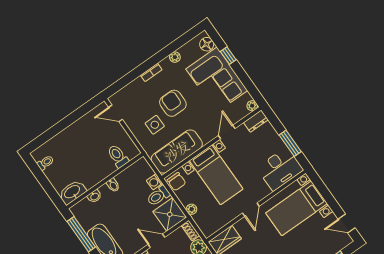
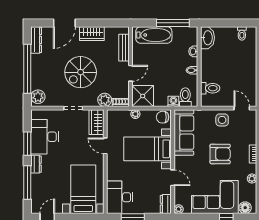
door: (116, 113) -> (242, 108), hinge flipped
side table: (155, 125) -> (222, 120), moved
toilet: (158, 196) -> (185, 97), moved
door: (251, 210) -> (105, 146), moved

